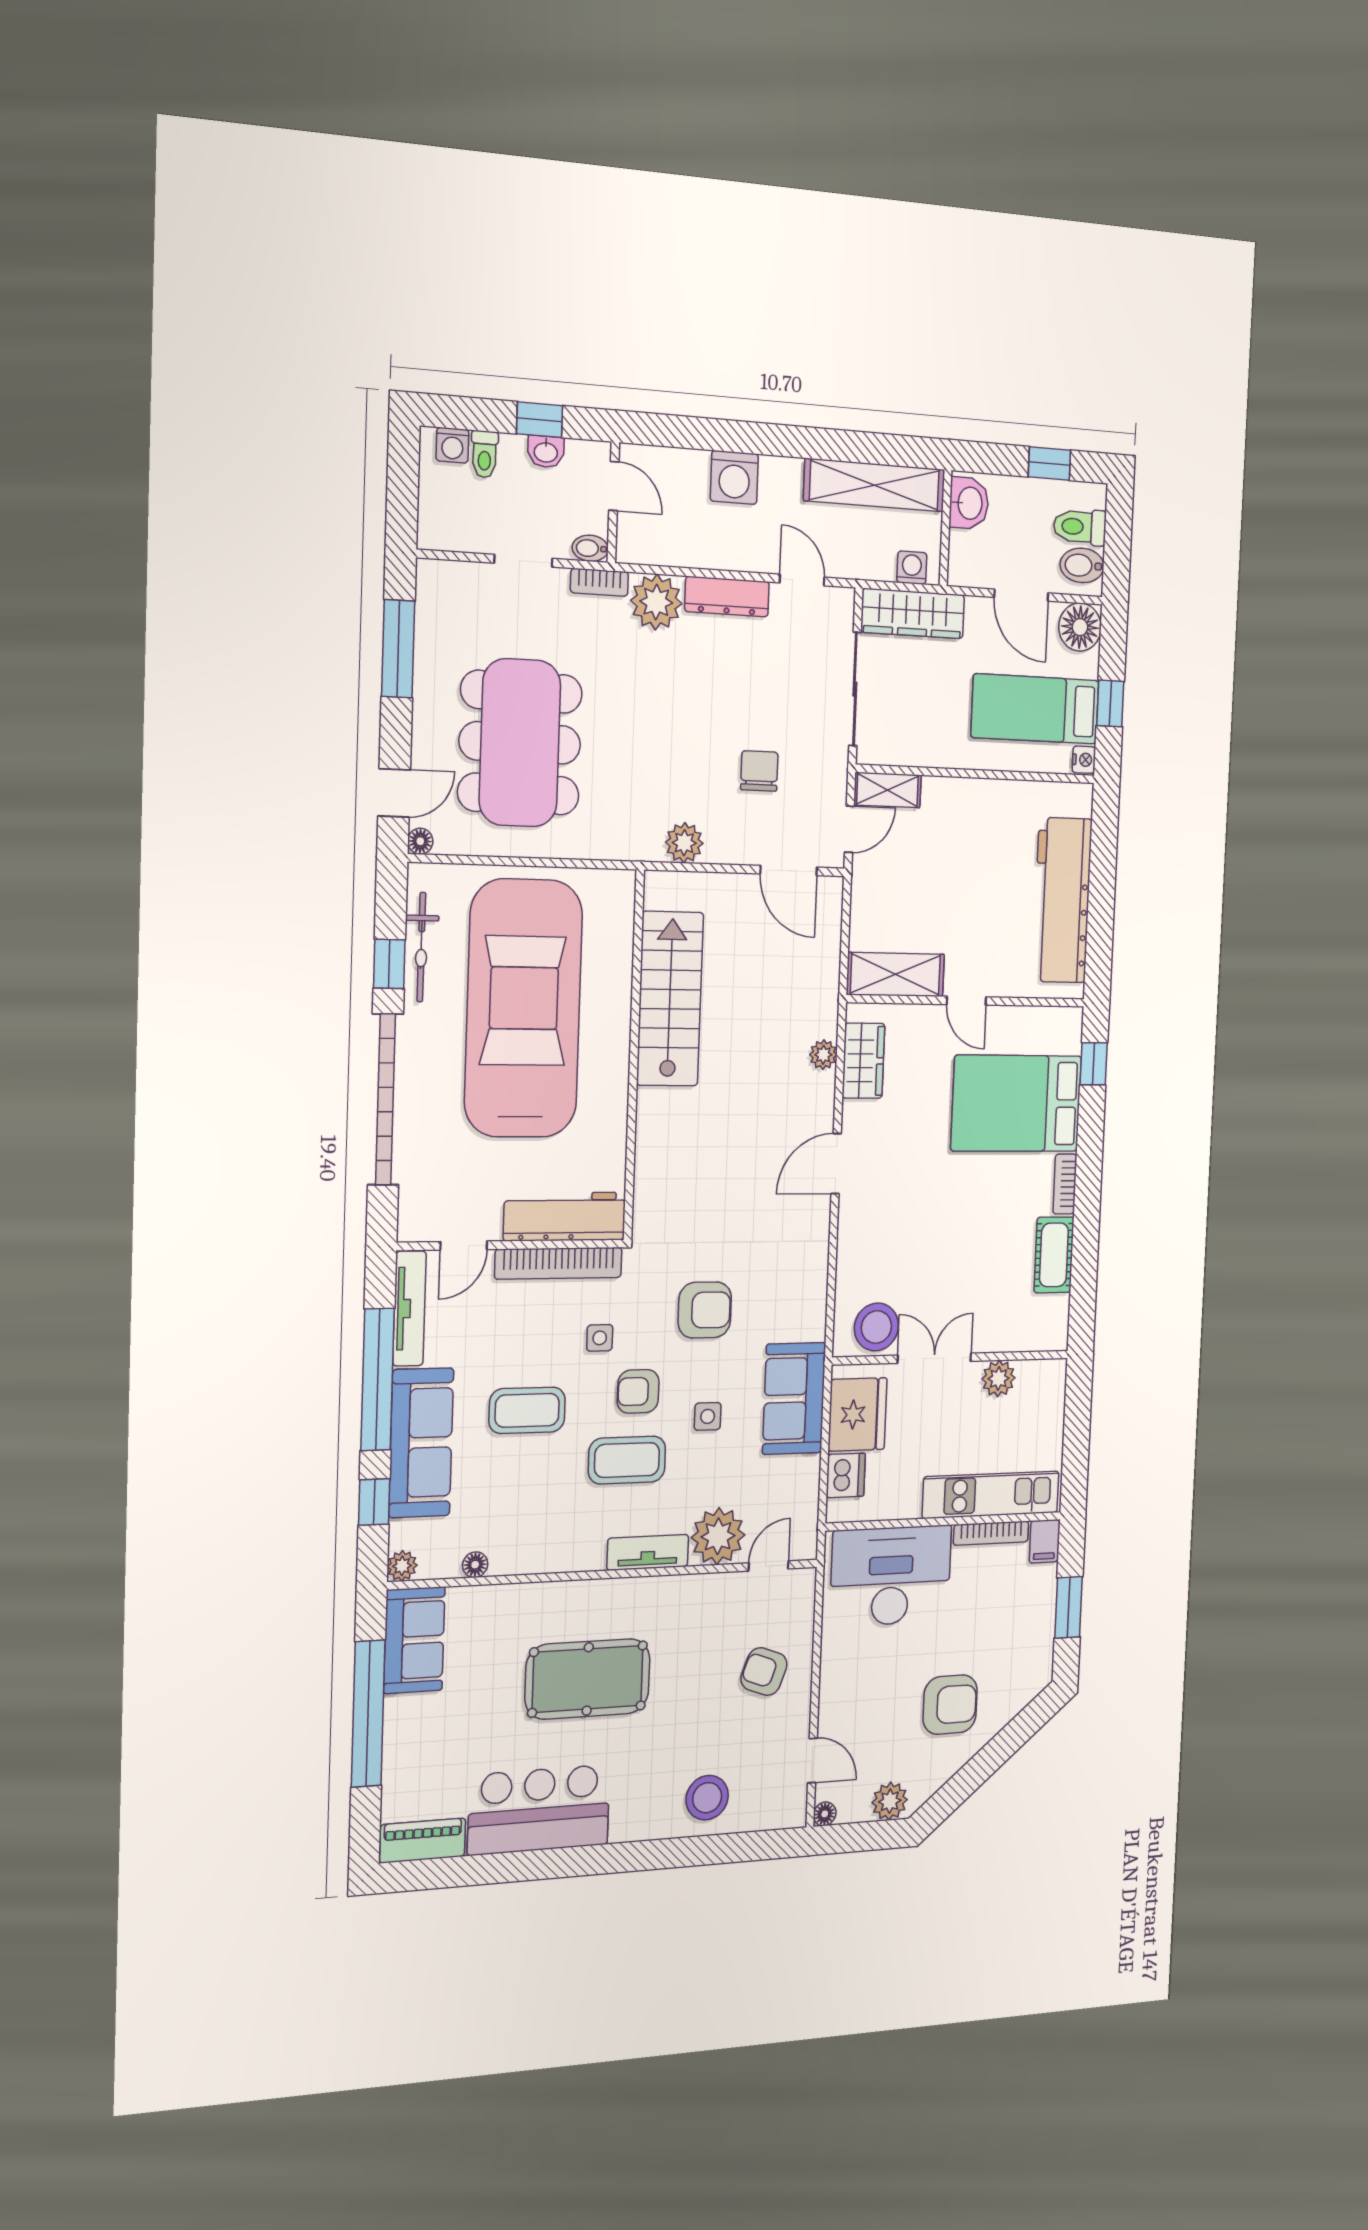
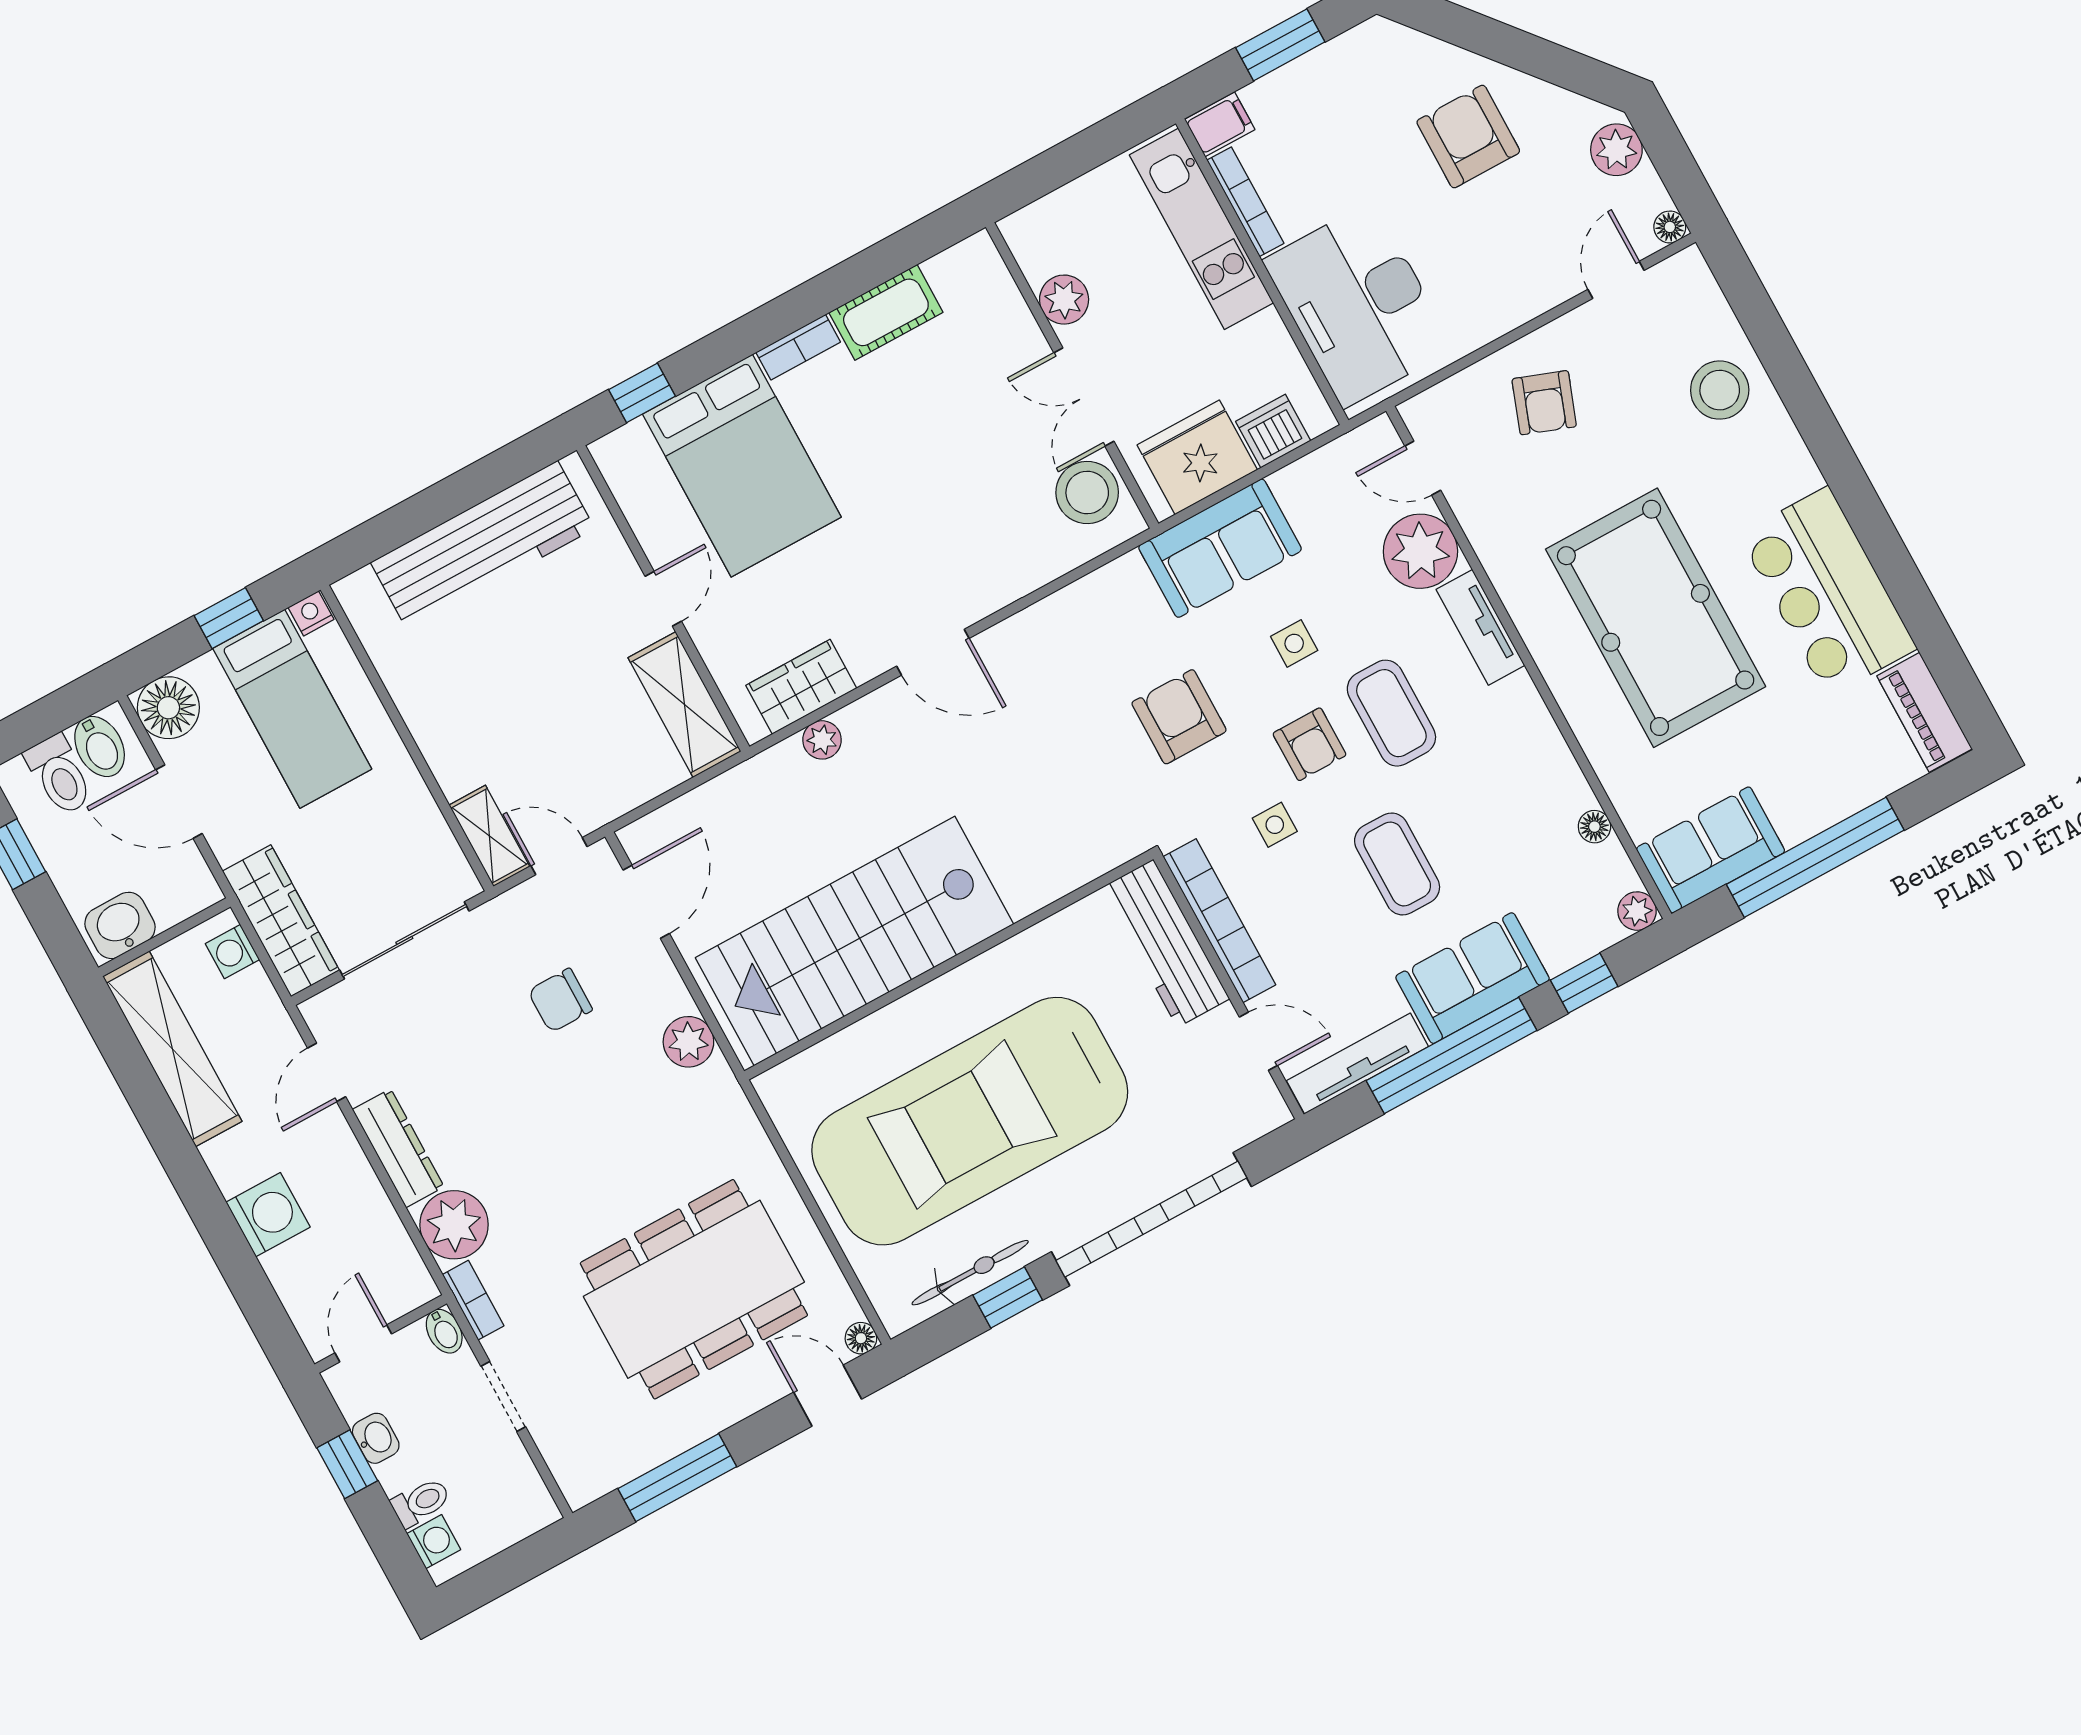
door: (1021, 595) -> (179, 802), swing flipped
stairs: (670, 999) -> (855, 941), width x1.36, depth x1.51
sofa: (421, 1443) -> (1473, 978), width x0.73
pool table: (588, 1679) -> (1656, 618), width x1.36, depth x1.32

